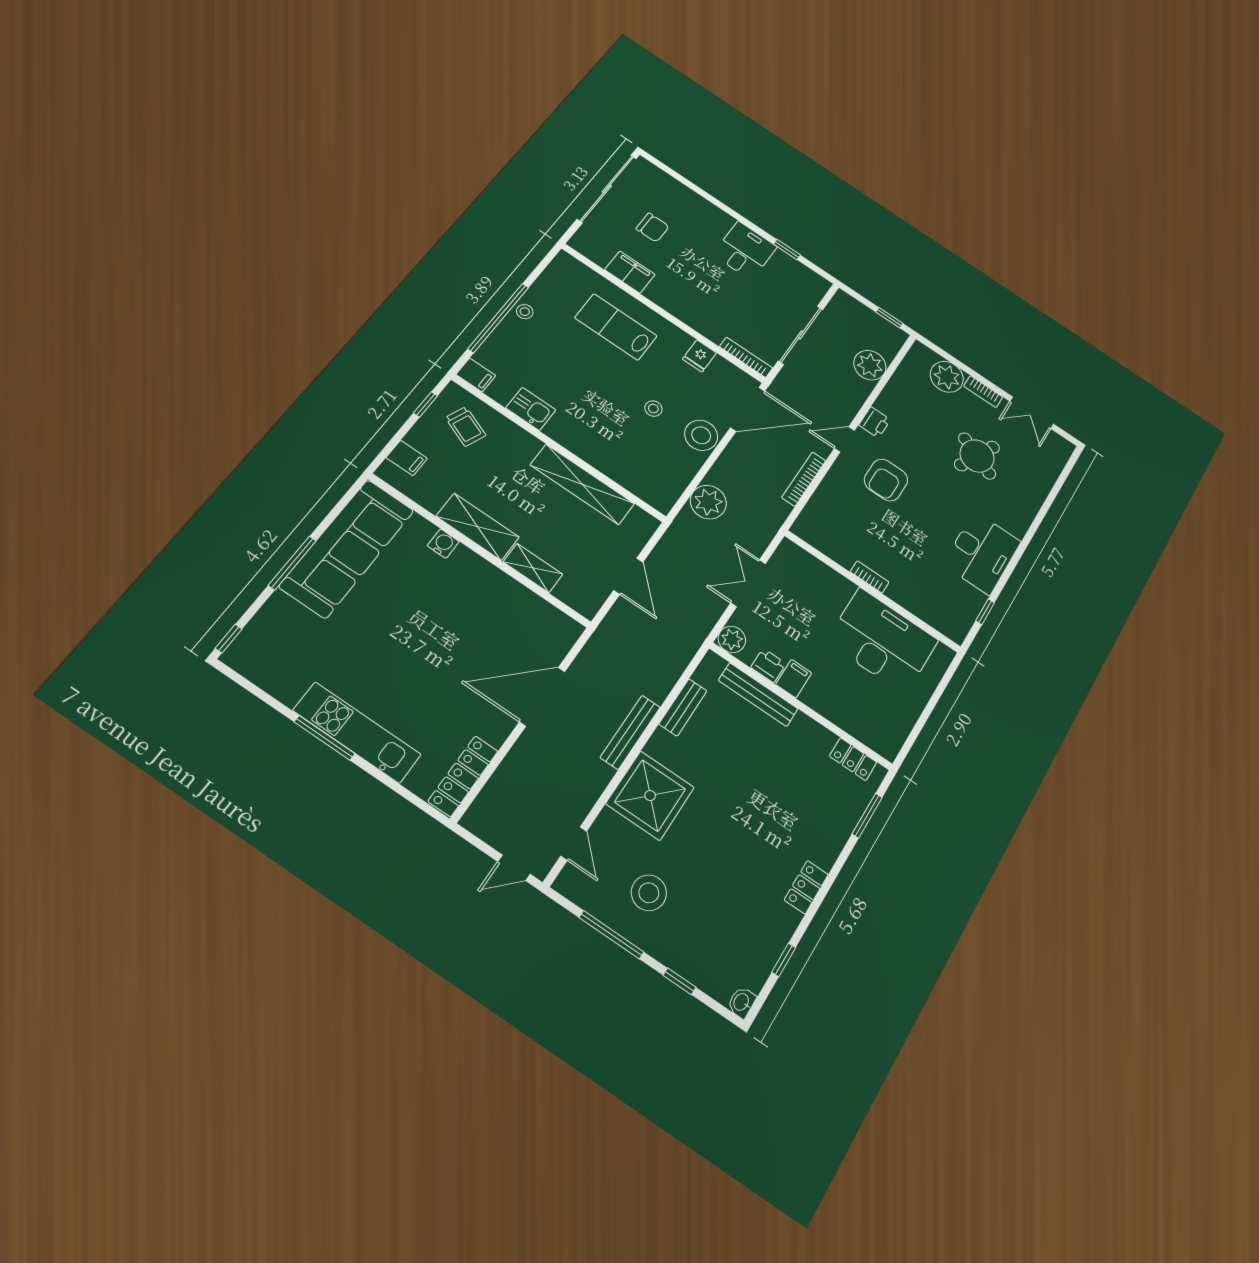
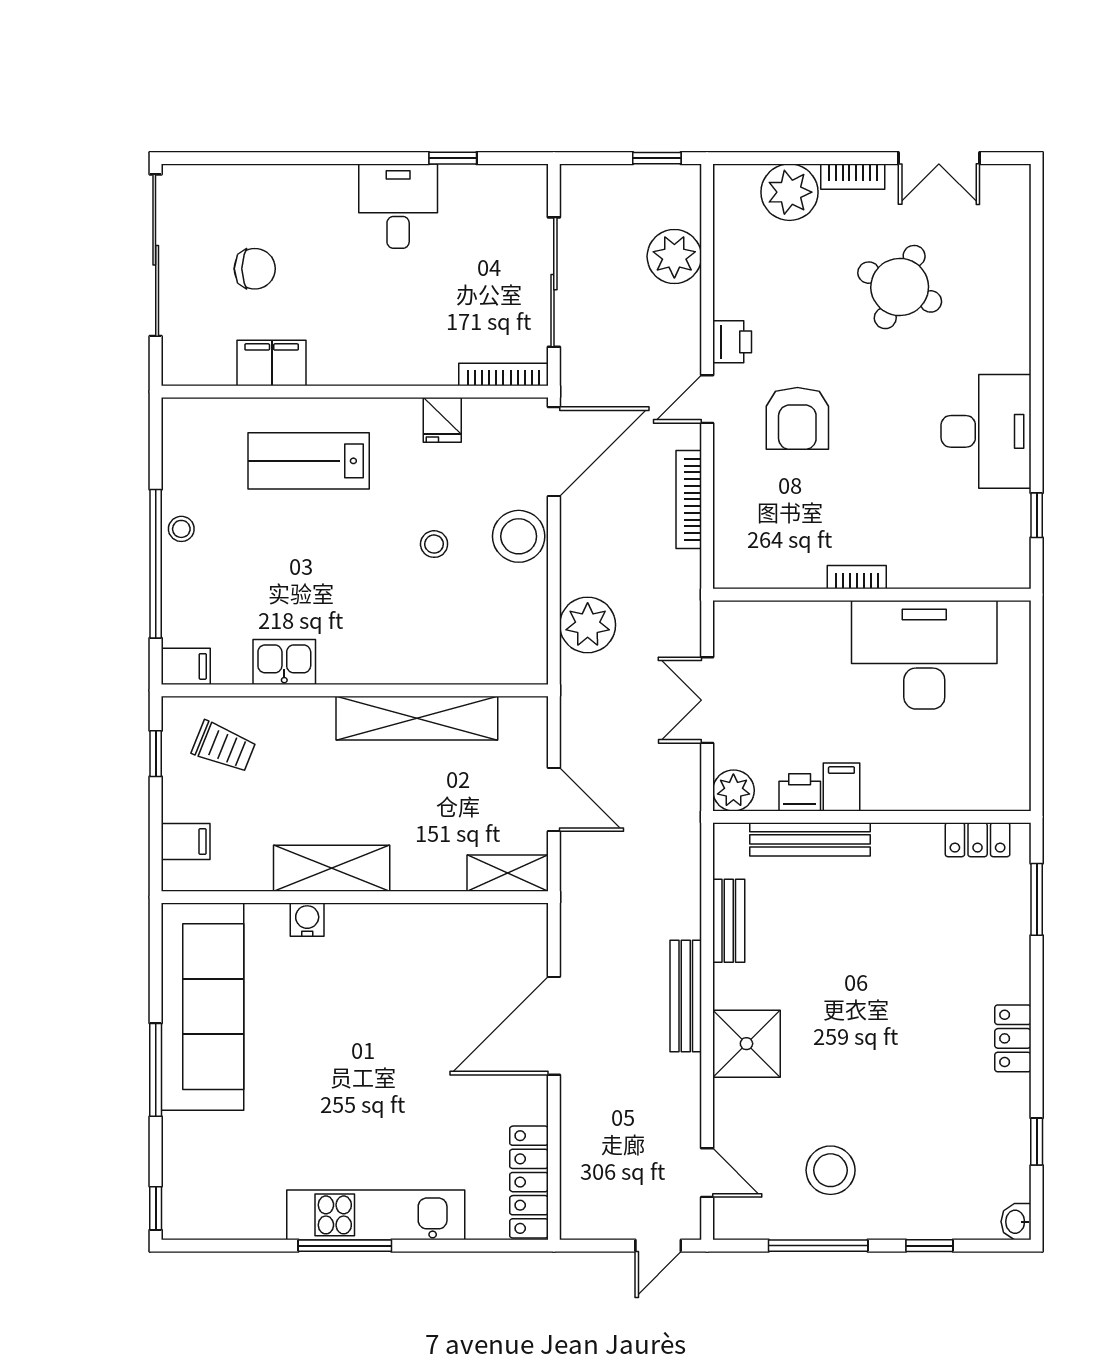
shelving: (533, 568) -> (508, 873), moved
shower: (650, 796) -> (746, 1044), width x0.73, depth x0.73

